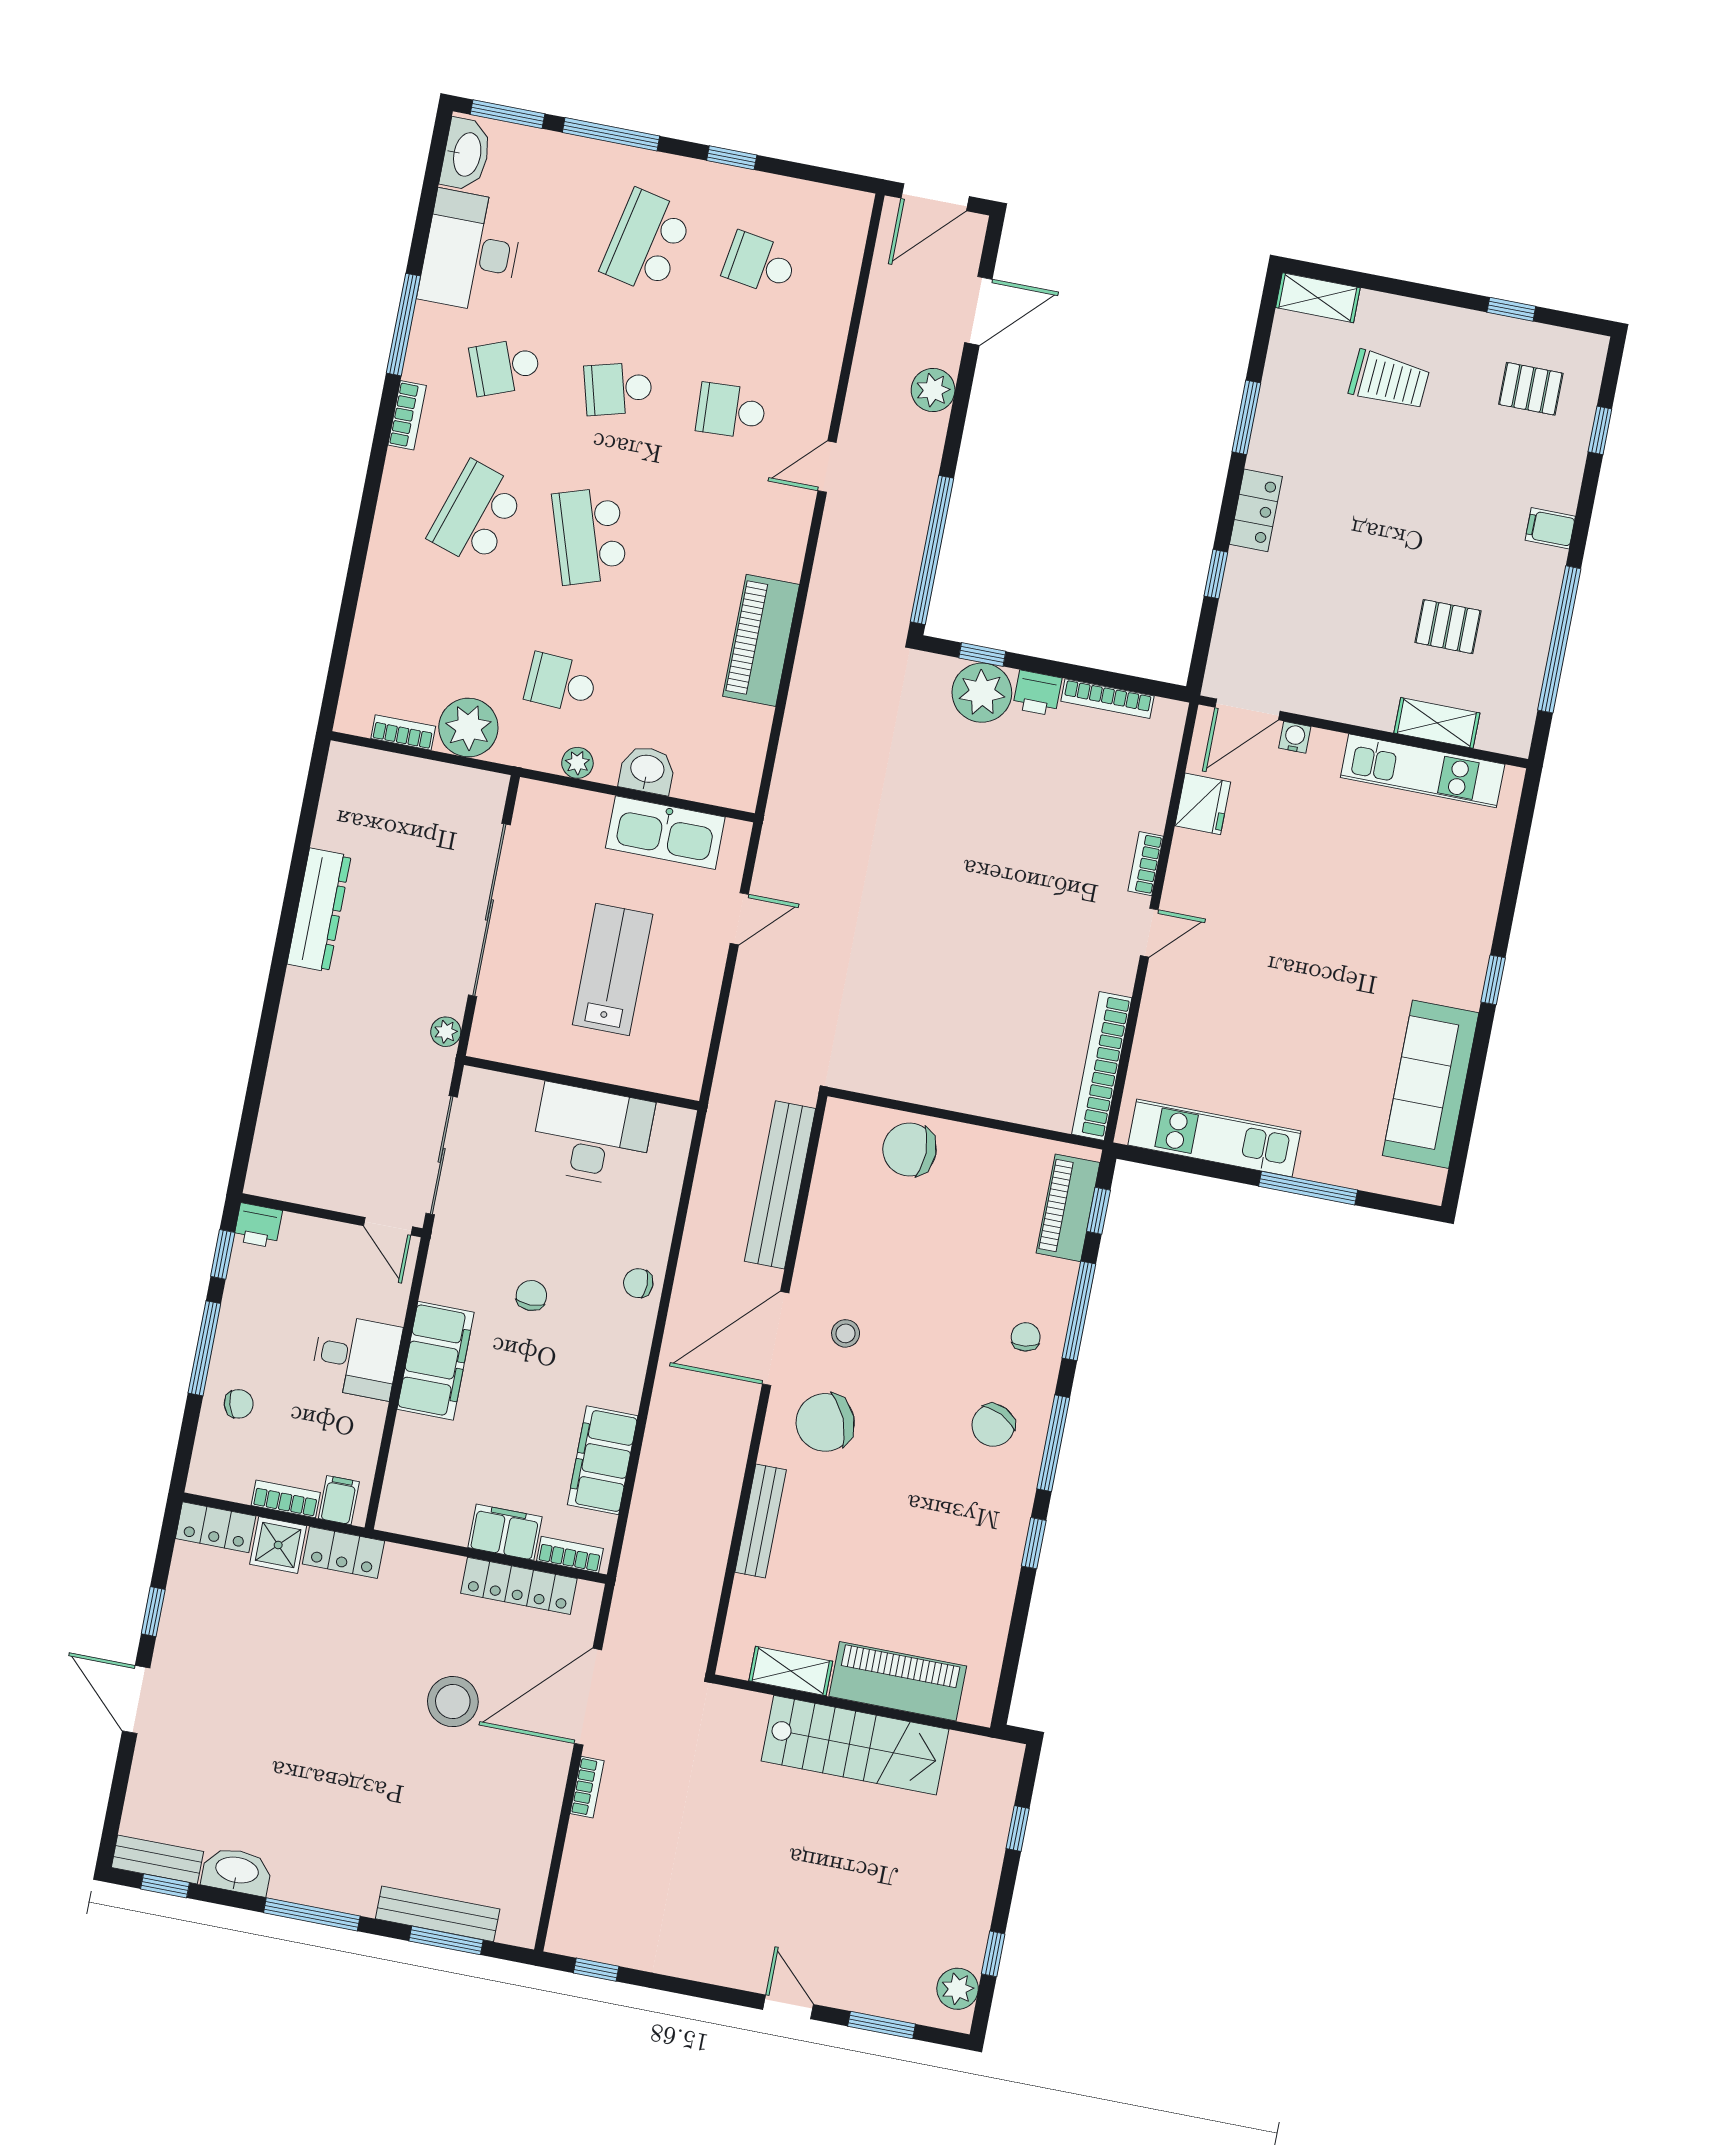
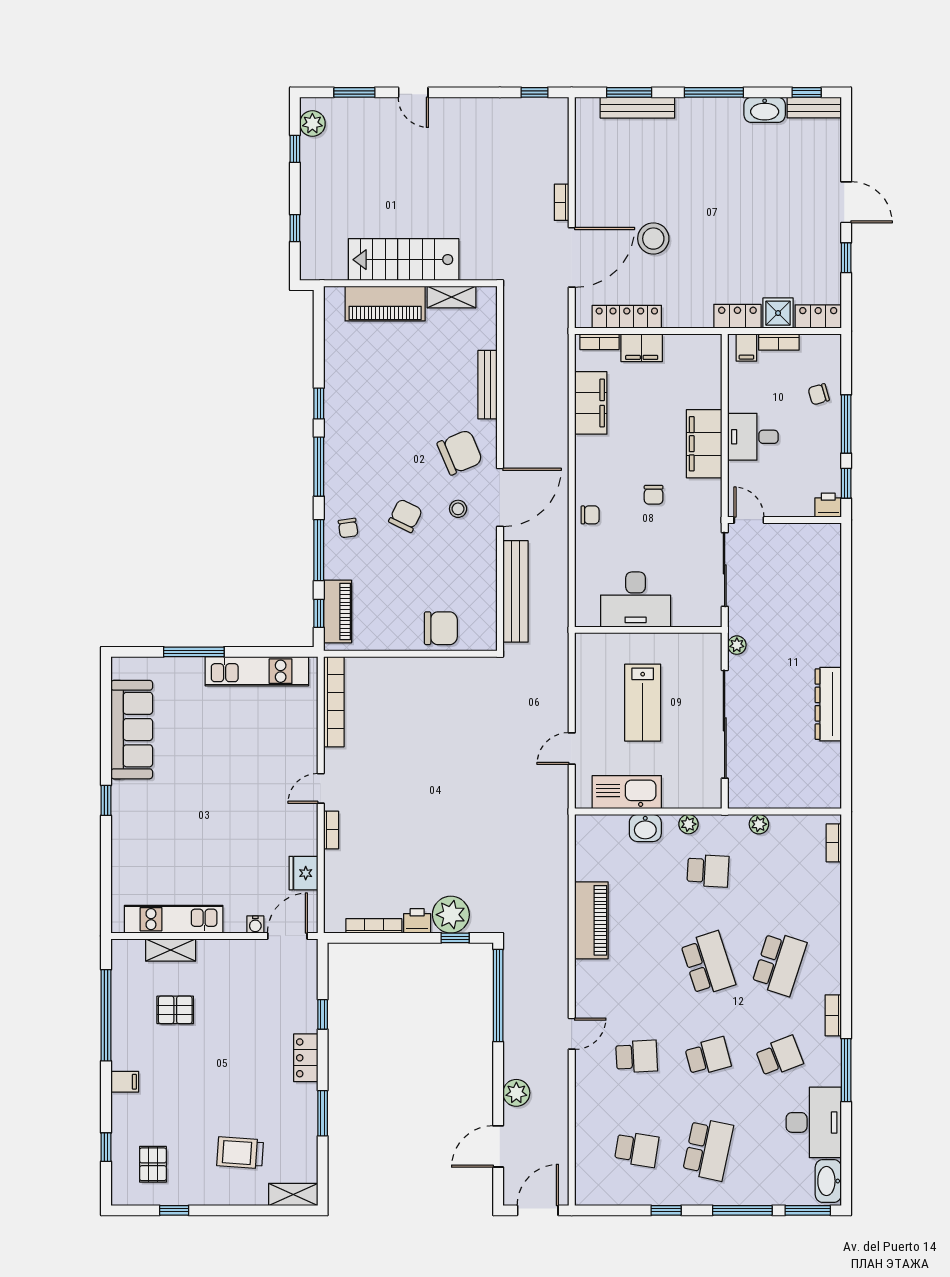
pallet: (1531, 389) -> (153, 1164), turned 90
plant: (468, 728) -> (759, 824), width x0.53, depth x0.53
bookcase: (403, 732) -> (834, 843), moved, turned 90
chair: (993, 1425) -> (405, 516), moved

